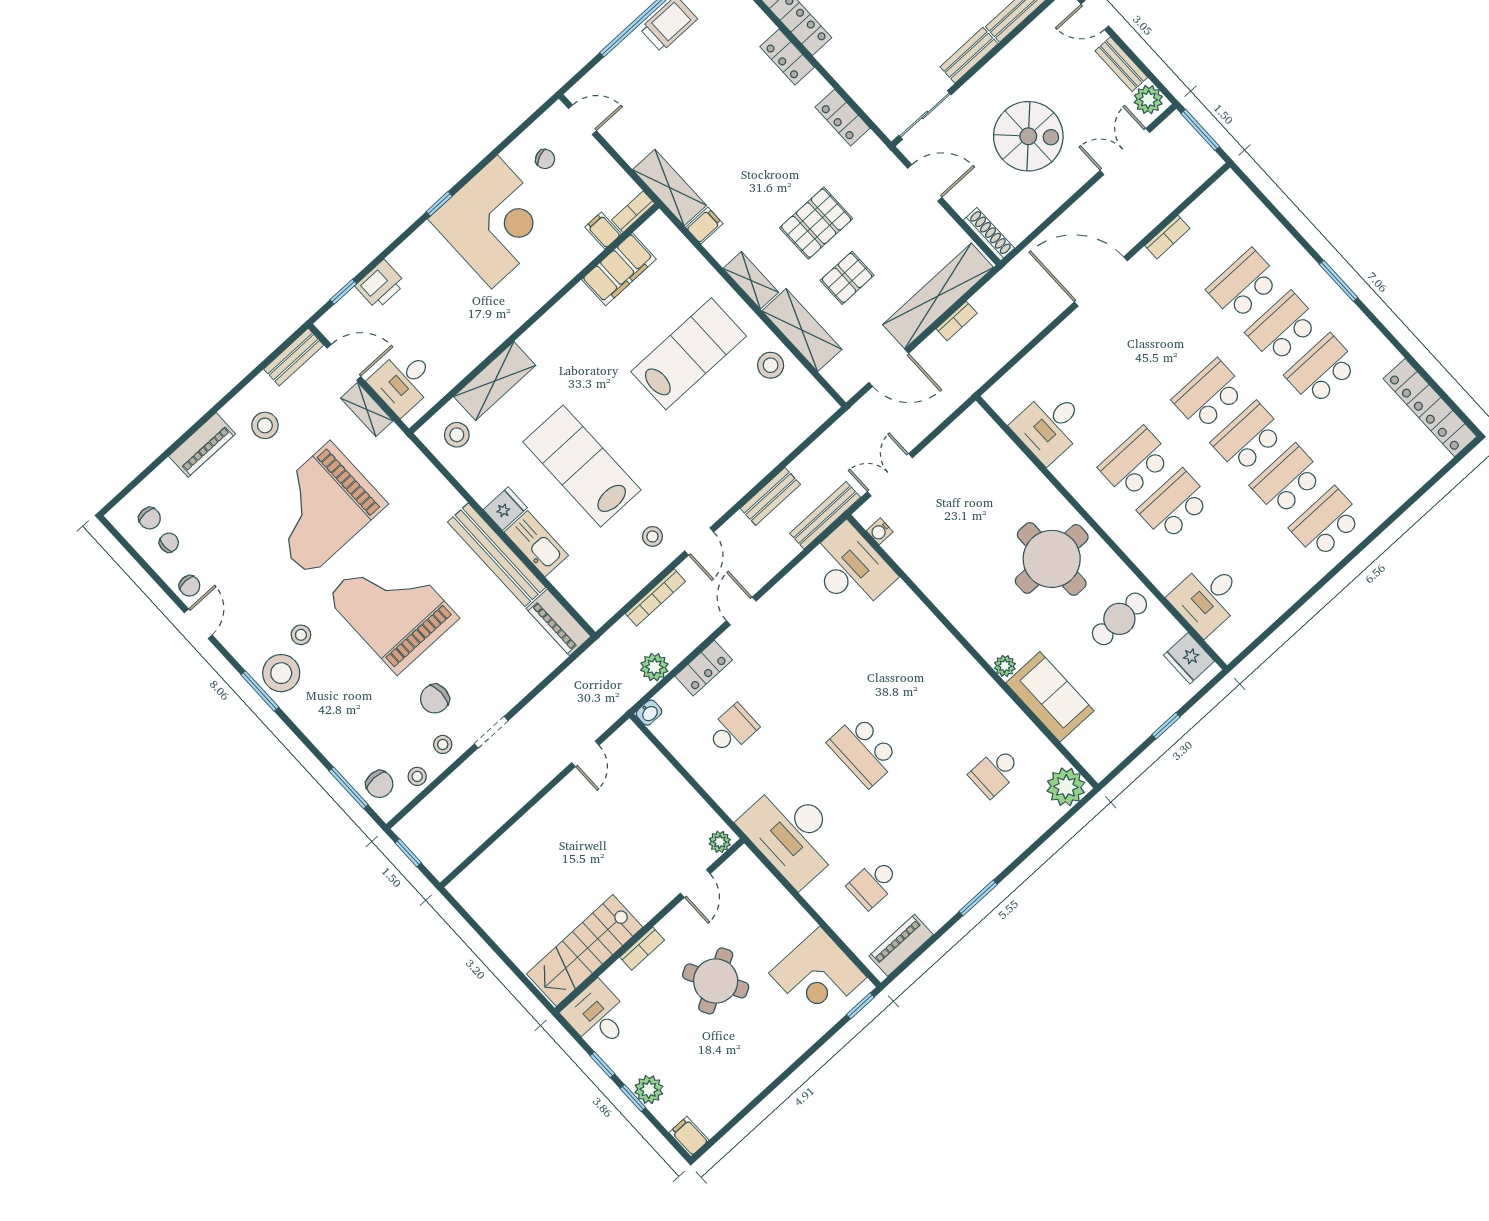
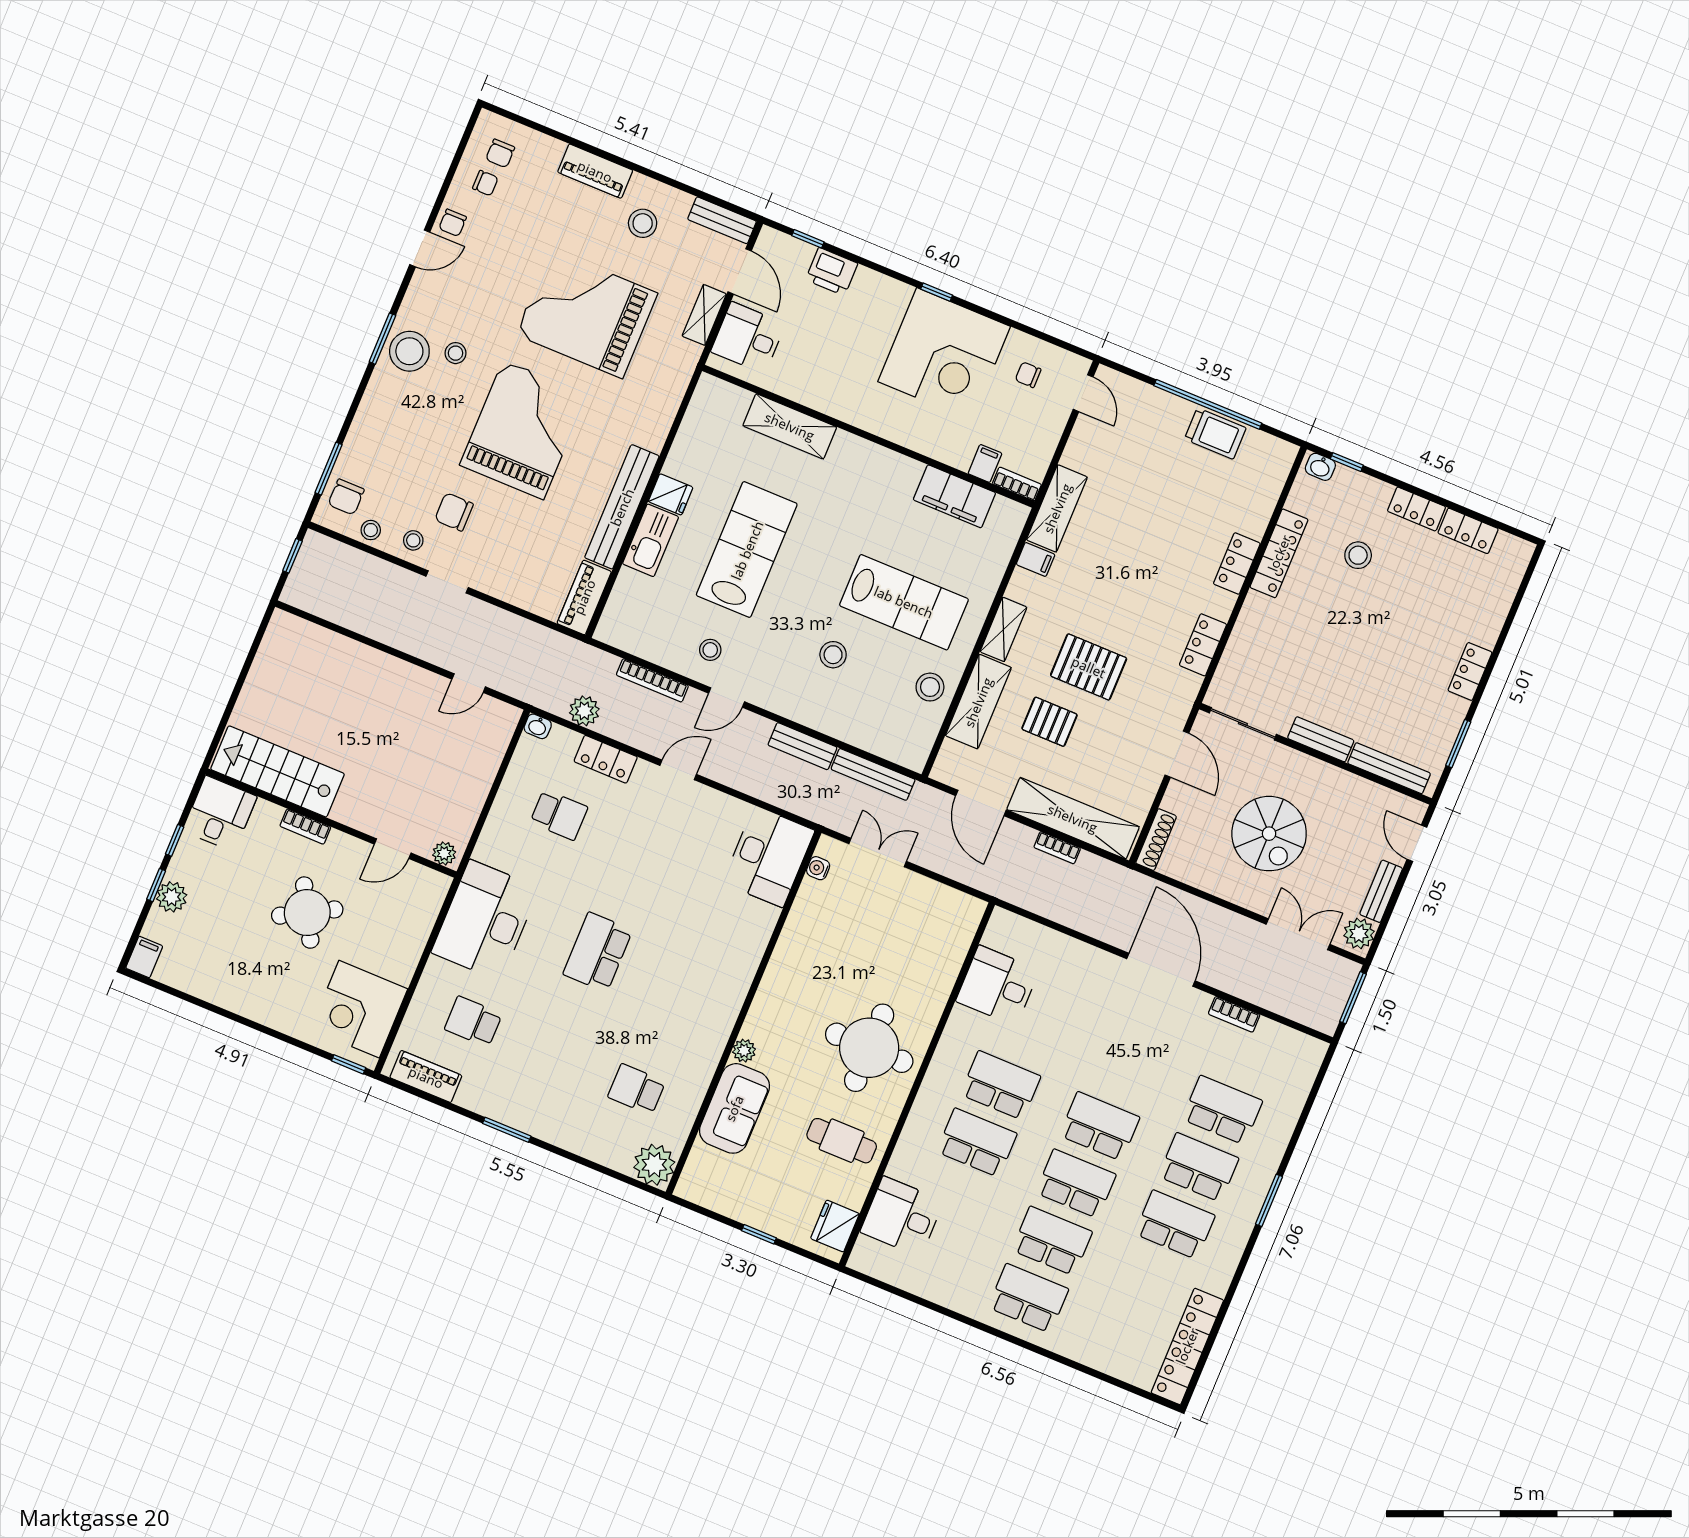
chair: (545, 159) -> (1028, 375), turned 112
stool: (457, 435) -> (833, 655), moved
bench: (825, 515) -> (873, 774), moved

